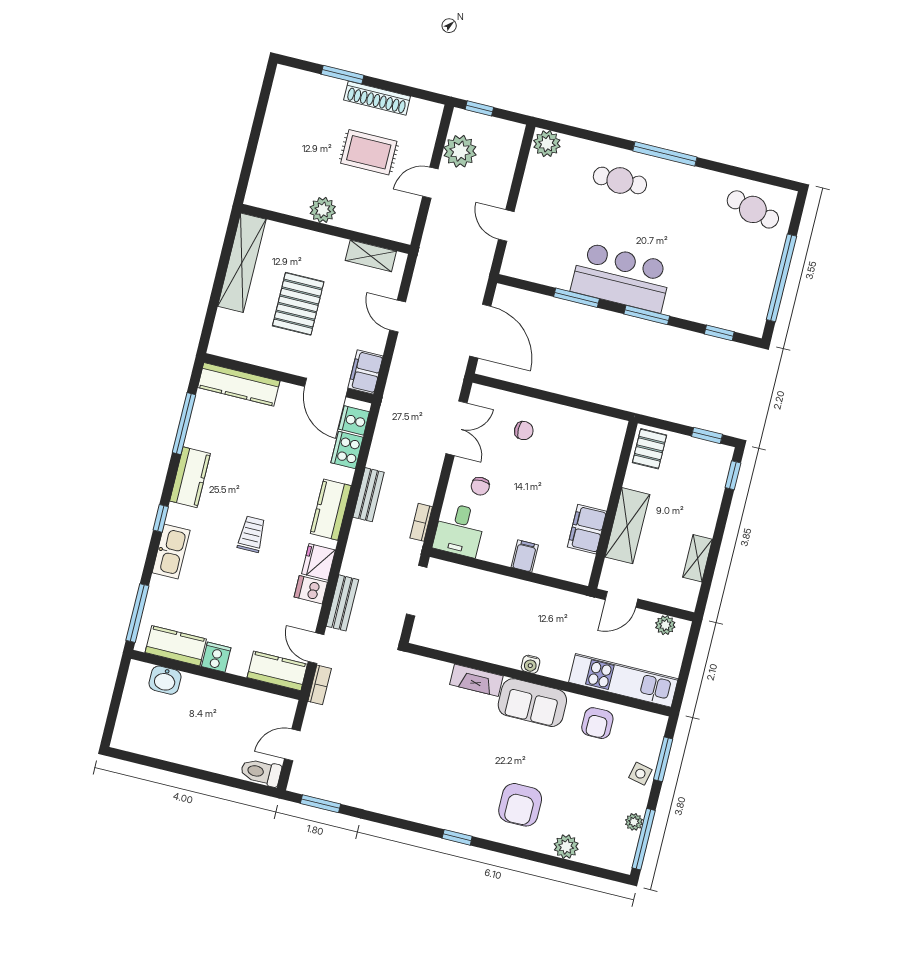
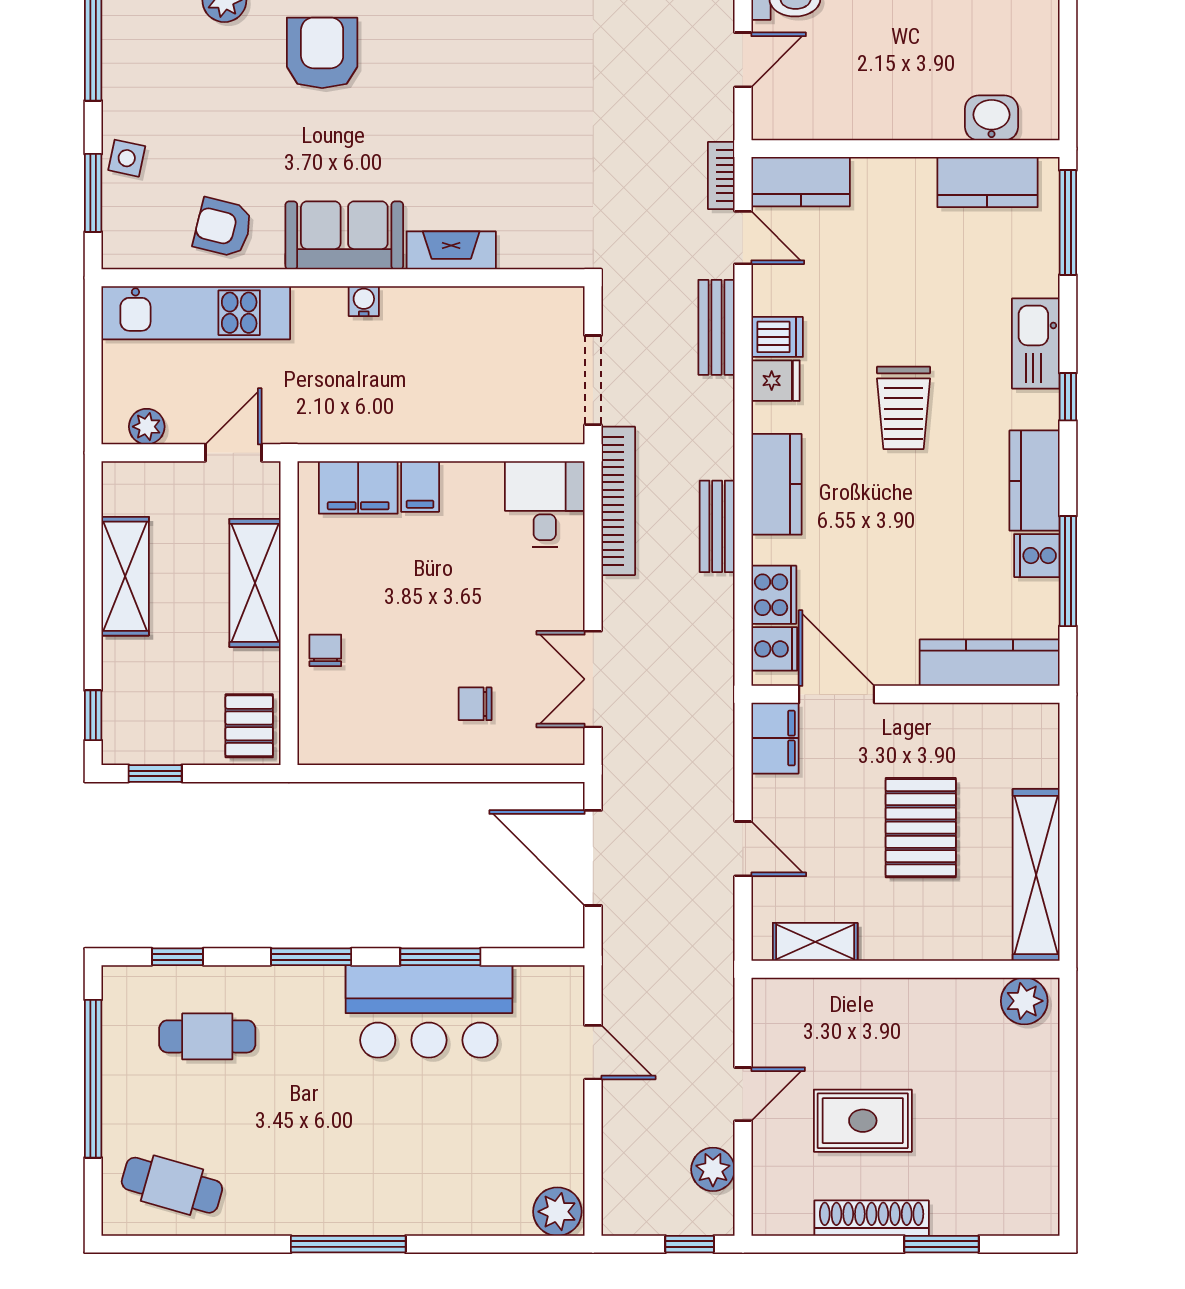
plant: (460, 151) -> (713, 1169), width x0.73, depth x0.73
cafe table: (620, 180) -> (207, 1036), moved
plant: (323, 210) -> (1024, 1001), moved
bar counter: (621, 277) -> (429, 1011), moved
chair: (480, 486) -> (325, 650), moved
bookcase: (421, 522) -> (618, 501), width x2.31, depth x1.31
filing cabinet: (587, 529) -> (358, 487), moved, turned 90
trolley: (252, 534) -> (904, 408), width x1.36, depth x1.39
shelving: (698, 558) -> (125, 576), width x1.50, depth x1.33
fridge: (318, 562) -> (776, 381), width x0.72
cooker: (216, 657) -> (1037, 556), moved, turned 90
armchair: (597, 723) -> (223, 228), turned -76
plant: (634, 822) -> (117, 72), removed

